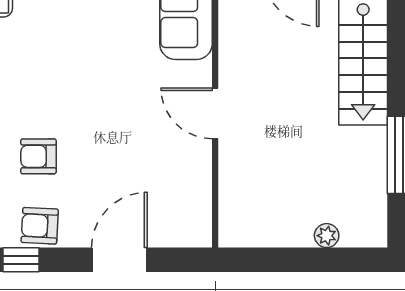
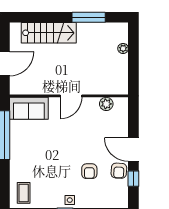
plant: (196, 196) -> (106, 104), added
door: (119, 260) -> (133, 150), moved

